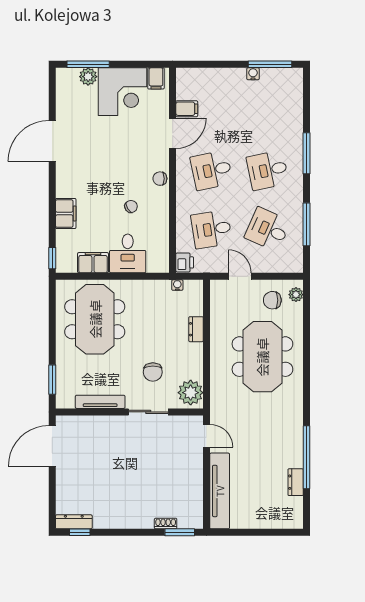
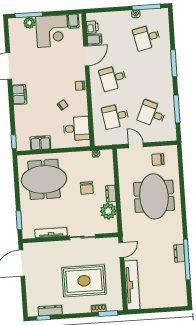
desk: (268, 170) -> (147, 38), moved
filing cabinet: (66, 214) -> (19, 95), moved
desk: (128, 253) -> (76, 129), moved, turned -90
printer: (185, 262) -> (92, 27), moved
plant: (296, 295) -> (173, 155), removed
meeting table: (95, 319) -> (44, 179), turned 90
dresser: (196, 329) -> (111, 194), moved
chair: (153, 372) -> (87, 188), moved
plant: (191, 393) -> (108, 211), moved
door: (207, 436) -> (121, 250), hinge flipped
rug: (146, 479) -> (84, 281), added
dresser: (296, 482) -> (179, 253), moved
dresser: (74, 522) -> (50, 311), moved

